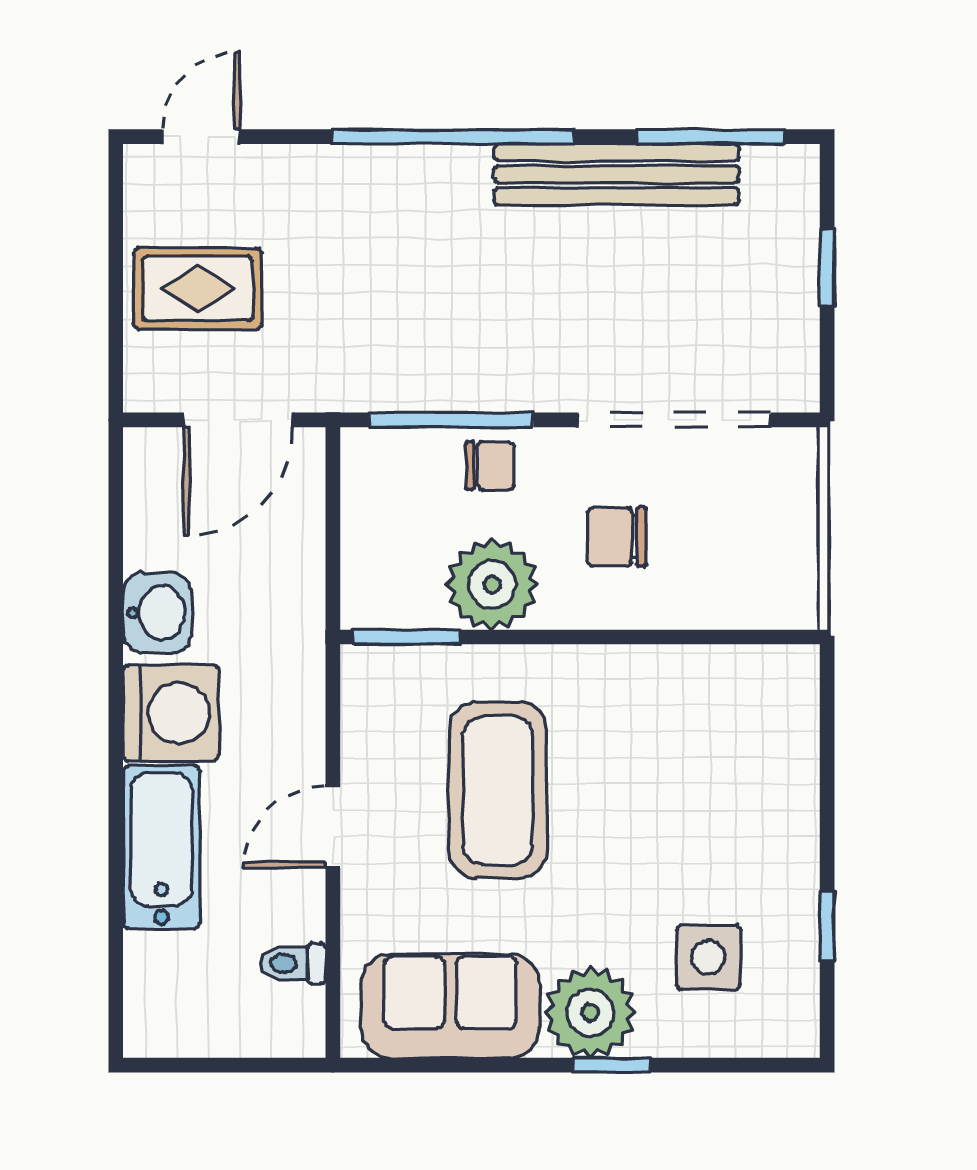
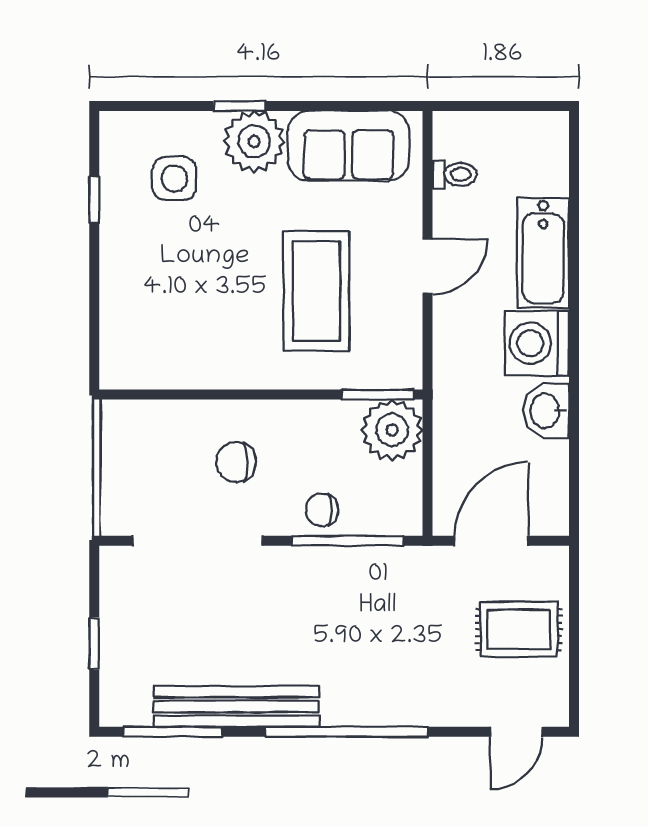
chair: (617, 537) -> (236, 462), turned 180
plant: (492, 584) -> (392, 430), moved

